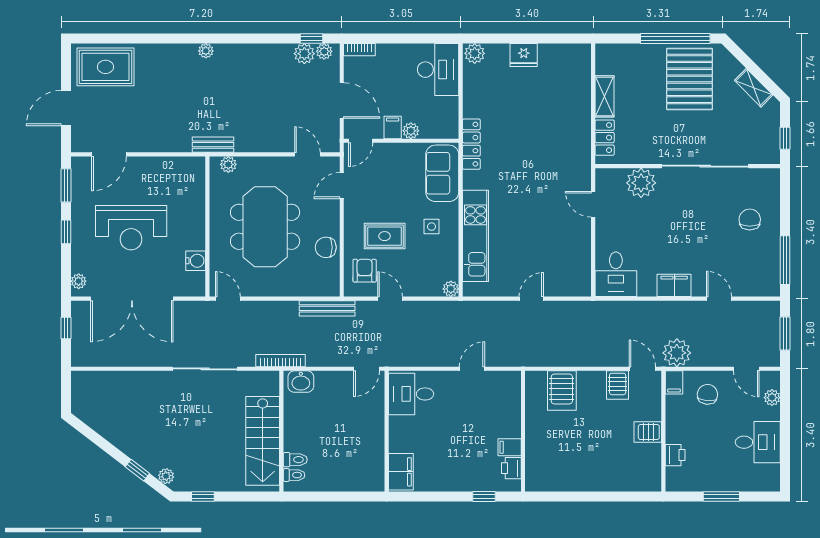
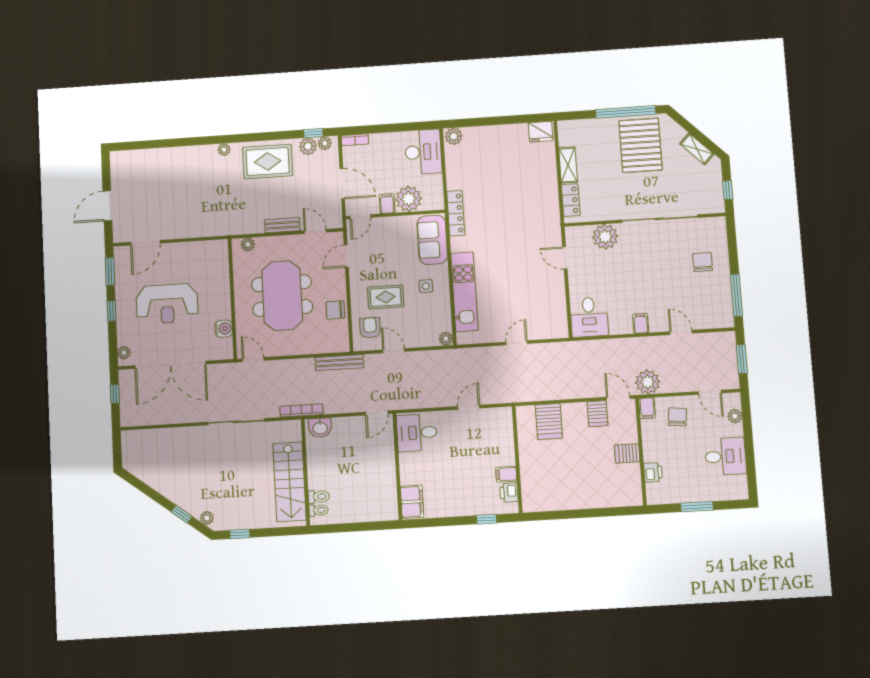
fridge: (524, 55) -> (541, 132), moved
rug: (106, 67) -> (268, 162), moved
plant: (411, 131) -> (409, 199), width x1.87, depth x1.87
bench: (213, 145) -> (282, 225), moved
filing cabinet: (674, 285) -> (641, 323), width x0.50

